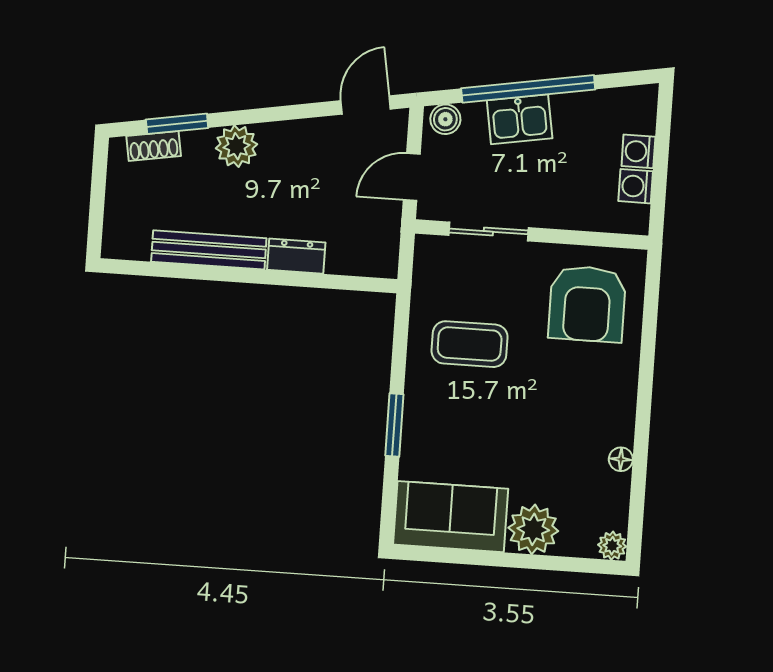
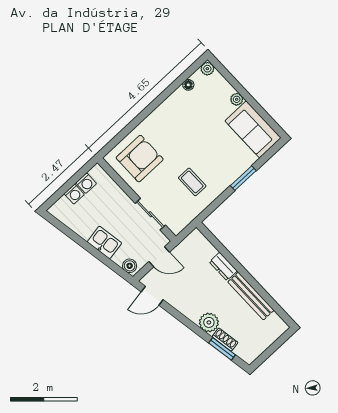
window: (528, 89) -> (92, 250), removed
shoe rack: (154, 146) -> (225, 340), moved
coffee table: (470, 344) -> (192, 182), width x0.73, depth x0.77
floor lamp: (621, 459) -> (188, 85), moved
plant: (533, 529) -> (237, 99), width x0.53, depth x0.53

